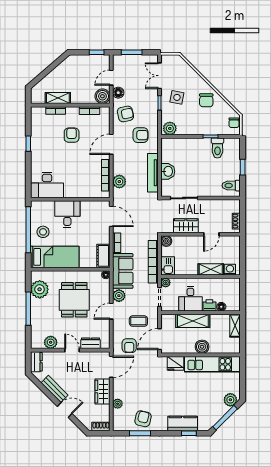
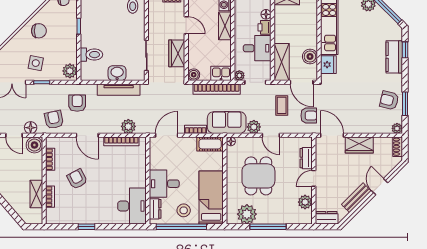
armchair: (72, 135) -> (77, 179), turned 62
toilet: (217, 148) -> (91, 55), moved
dresser: (44, 206) -> (155, 209), added
dining table: (74, 300) -> (258, 176), turned 90
shelving: (193, 321) -> (282, 62), moved
boiler: (202, 347) -> (310, 57), moved
plant: (118, 404) -> (397, 128), moved

